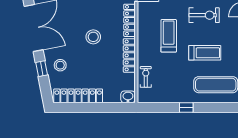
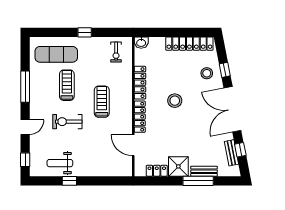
treadmill: (169, 36) -> (102, 102), turned 180
treadmill: (205, 53) -> (67, 85), turned 90
exercise bike: (146, 77) -> (116, 52), moved

